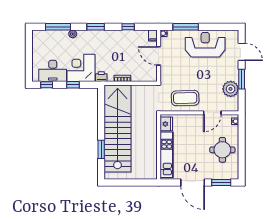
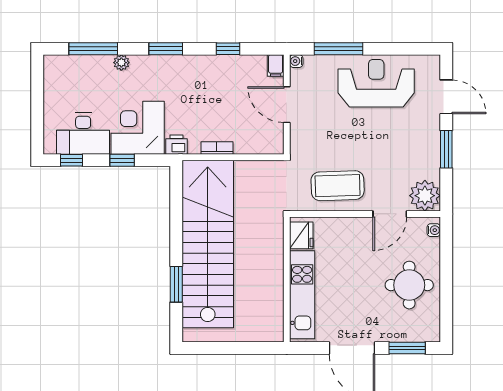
plant: (231, 89) -> (425, 196), moved

